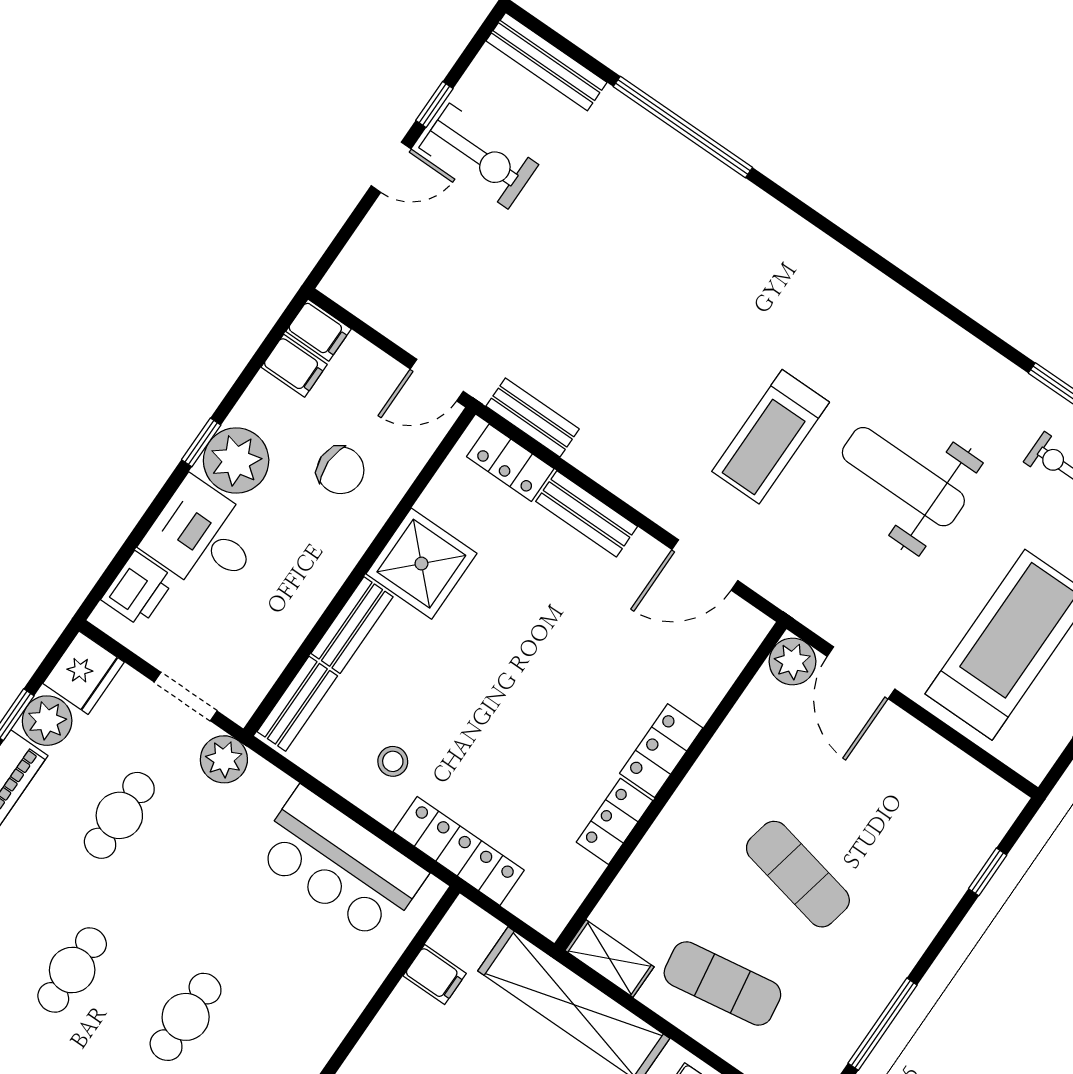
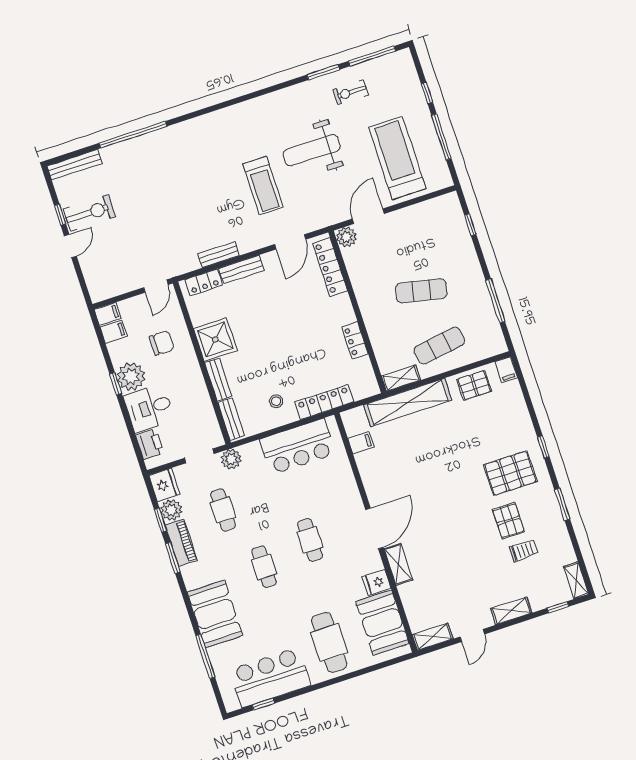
bench: (533, 418) -> (218, 255), moved
door: (861, 673) -> (368, 216), swing flipped
locker: (661, 751) -> (330, 267), moved, width x1.53

